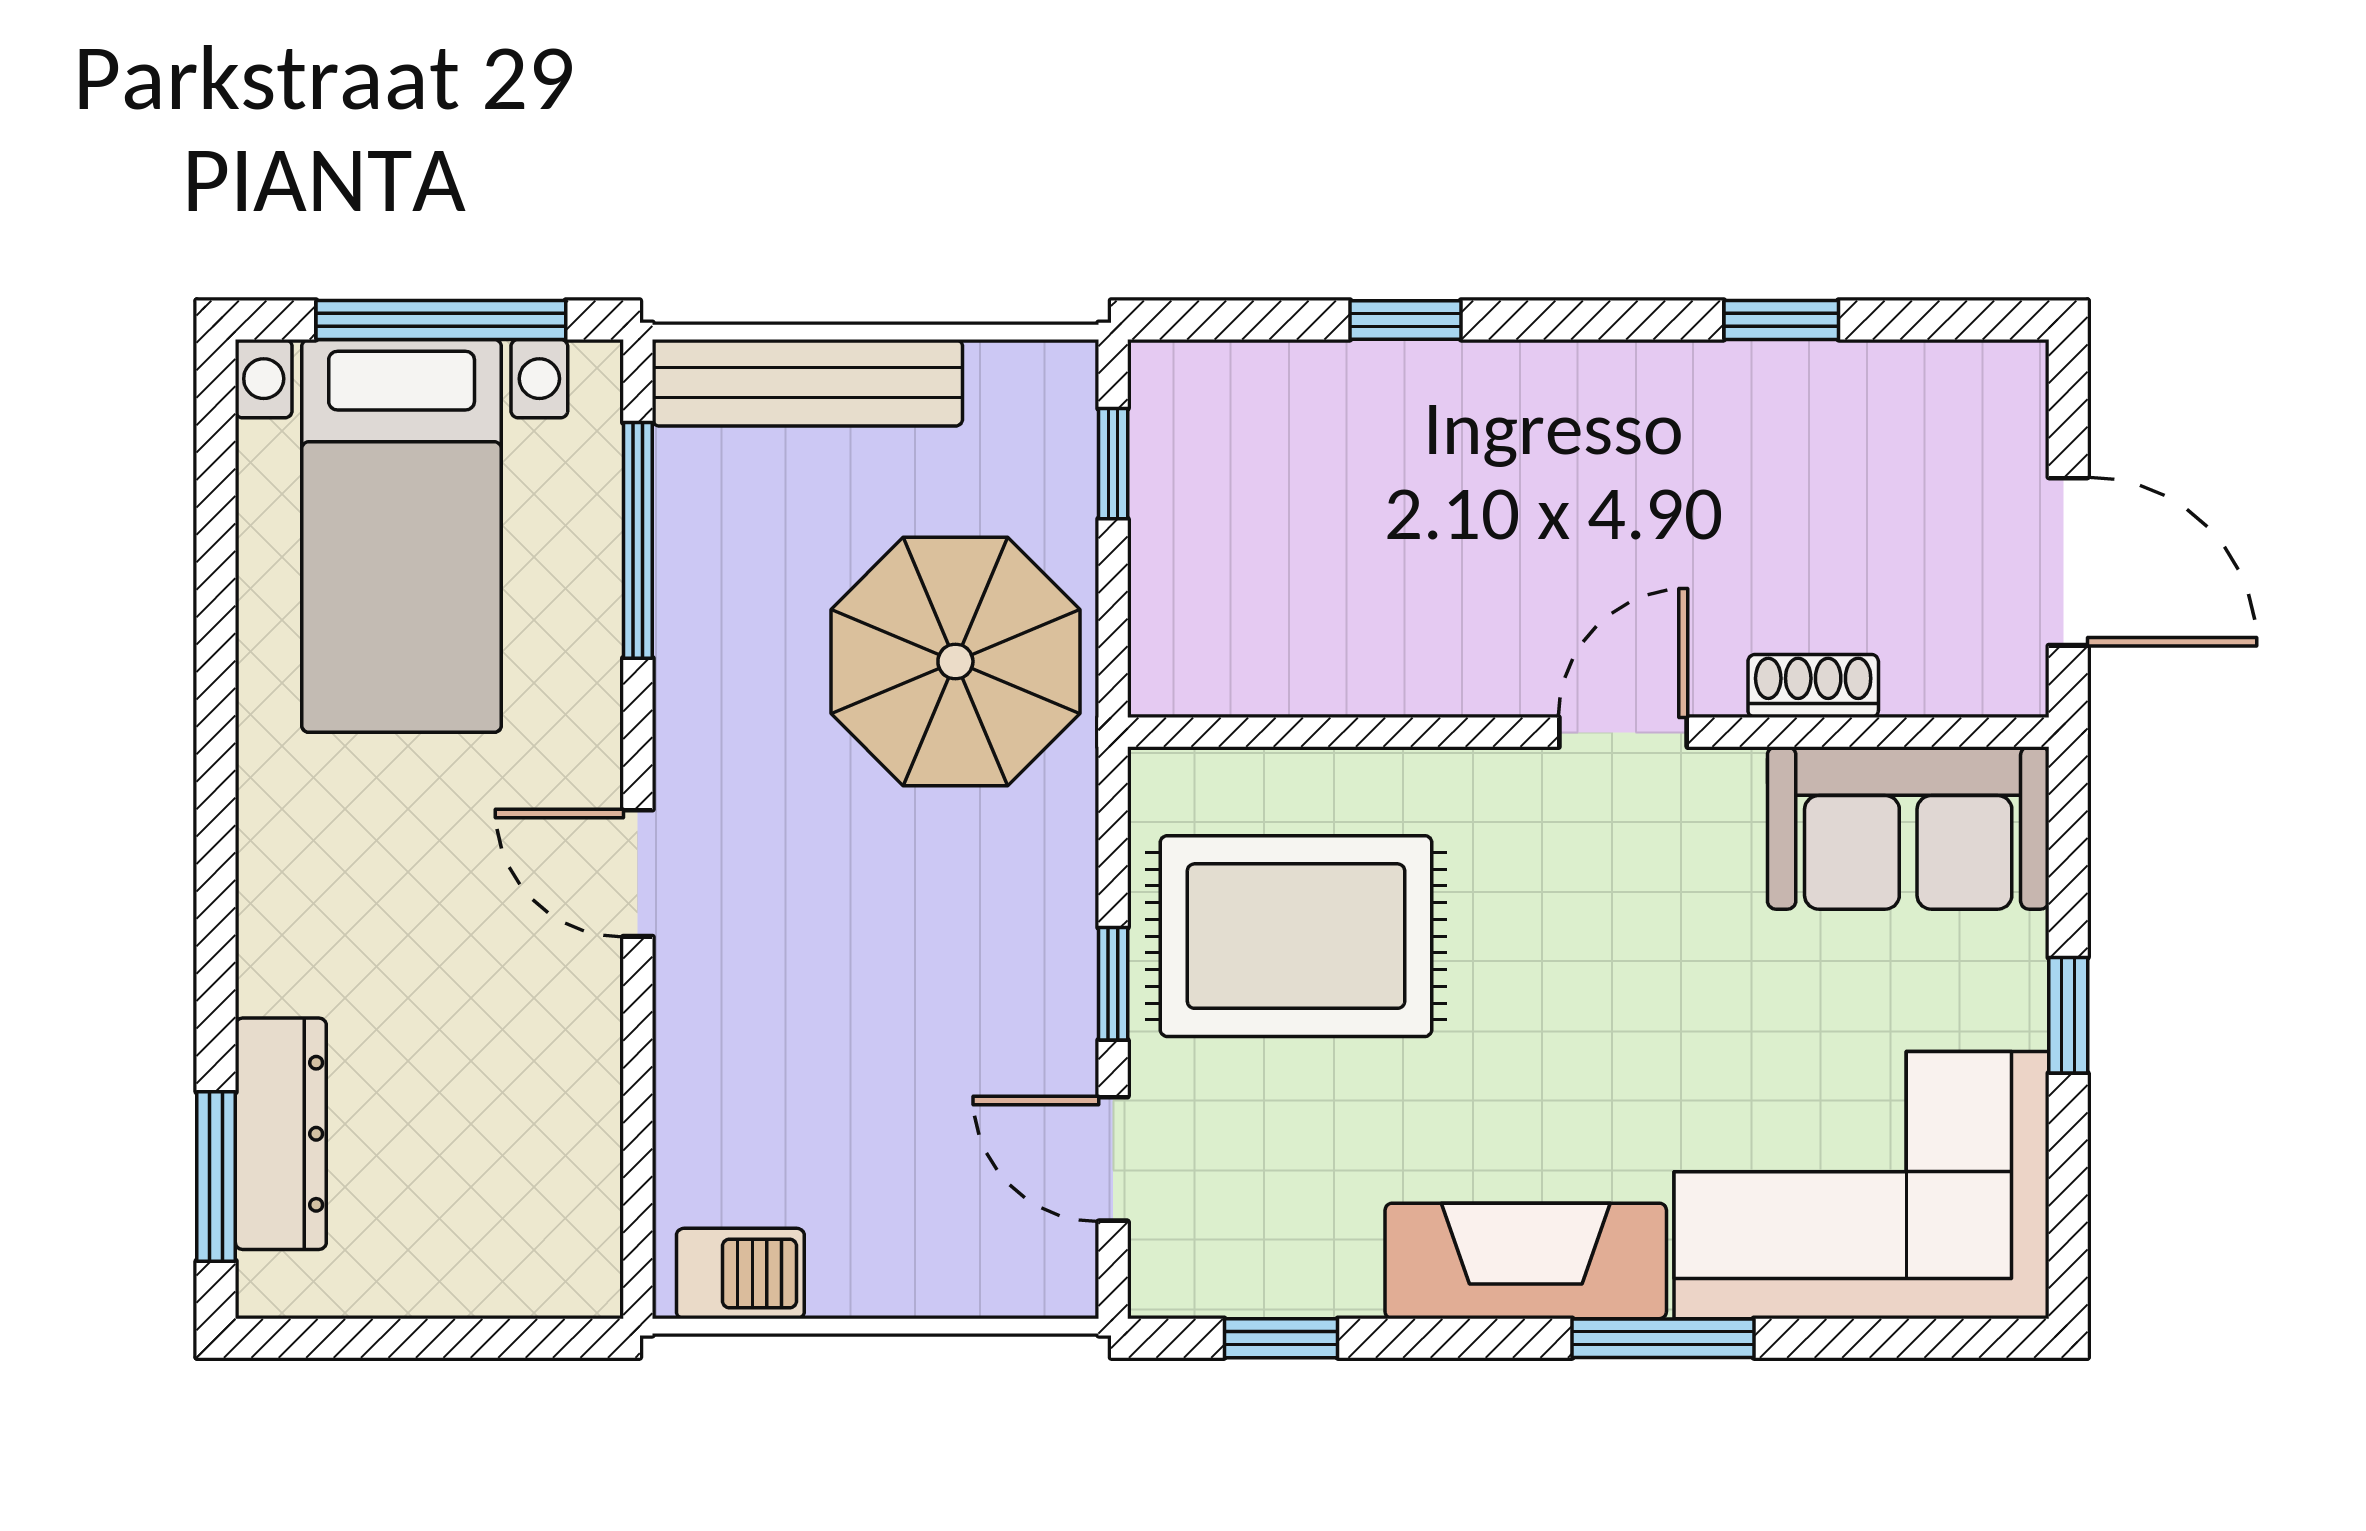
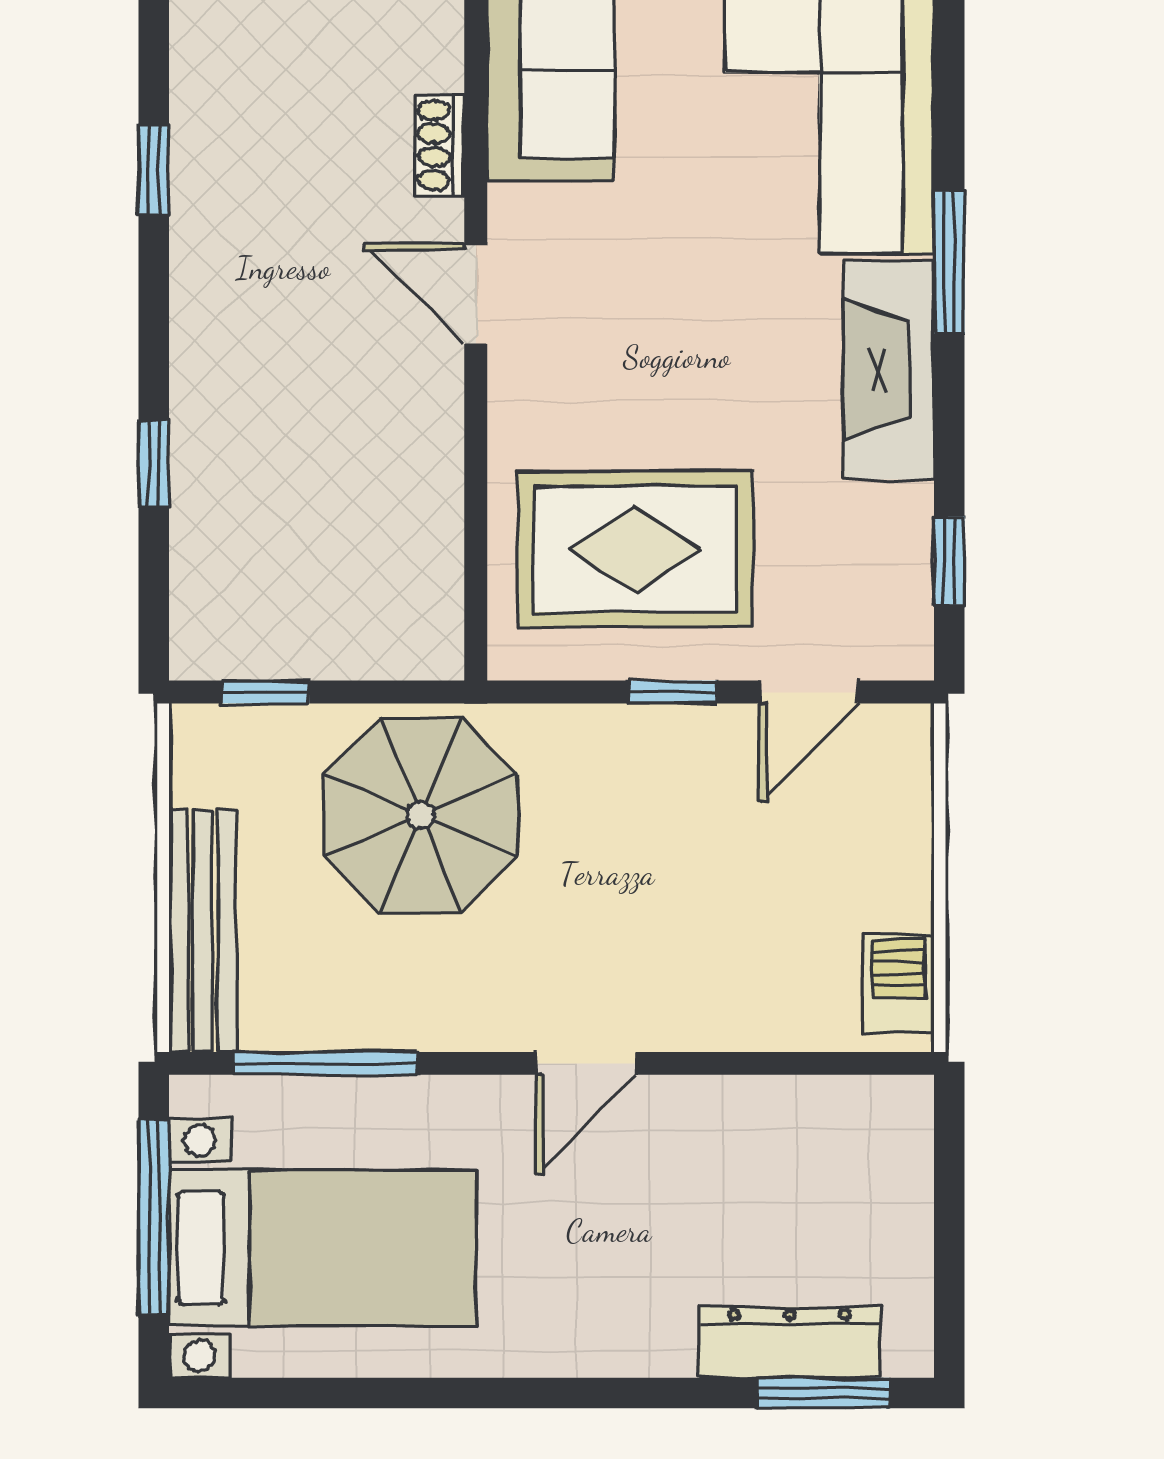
rug: (1296, 936) -> (635, 549), turned 90

